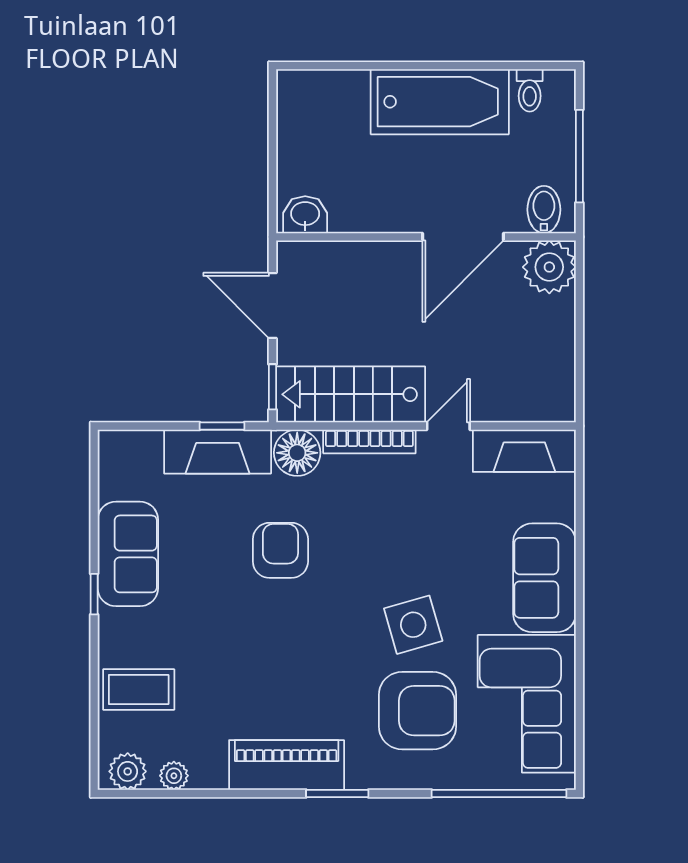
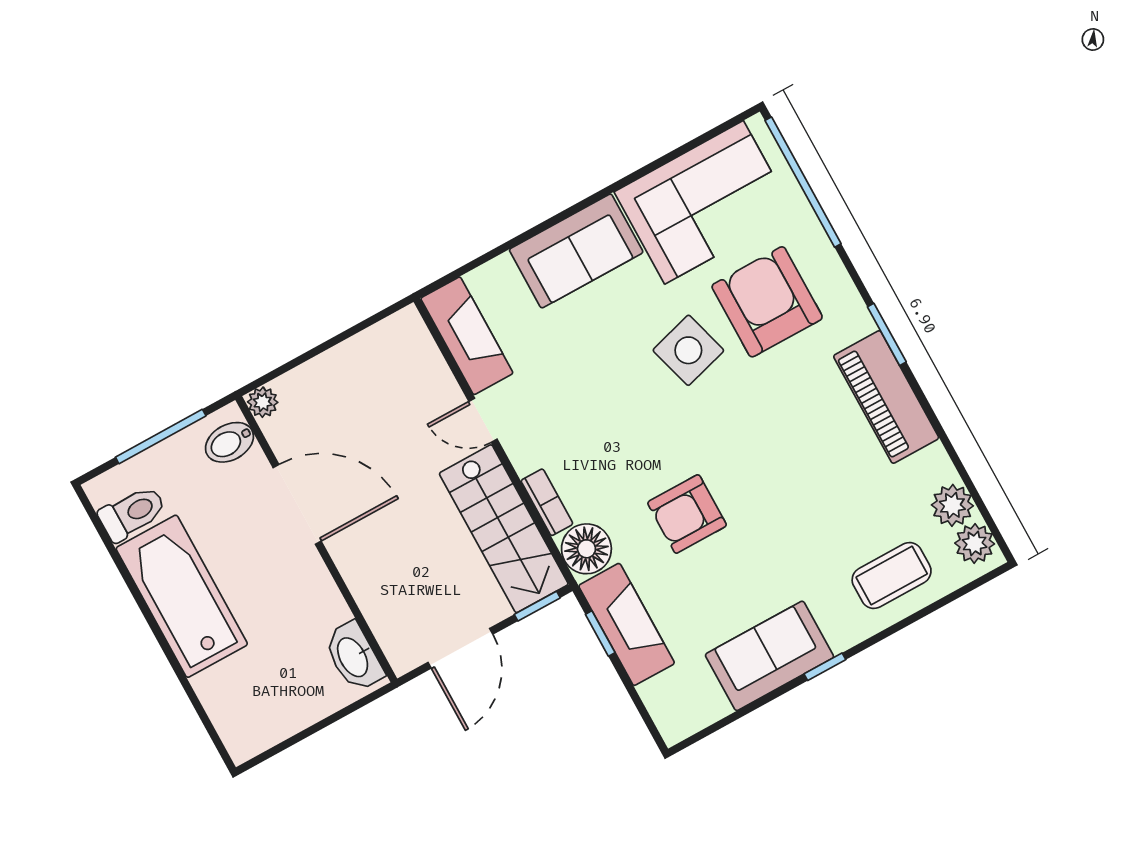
toilet: (530, 90) -> (132, 513), width x1.37, depth x1.39
washbasin: (305, 215) -> (354, 657), width x1.38
plant: (549, 267) -> (263, 402), width x0.53, depth x0.53
bookcase: (369, 441) -> (547, 502), width x0.64
coffee table: (139, 689) -> (892, 575), turned 90
plant: (174, 776) -> (952, 505), width x1.38, depth x1.38

